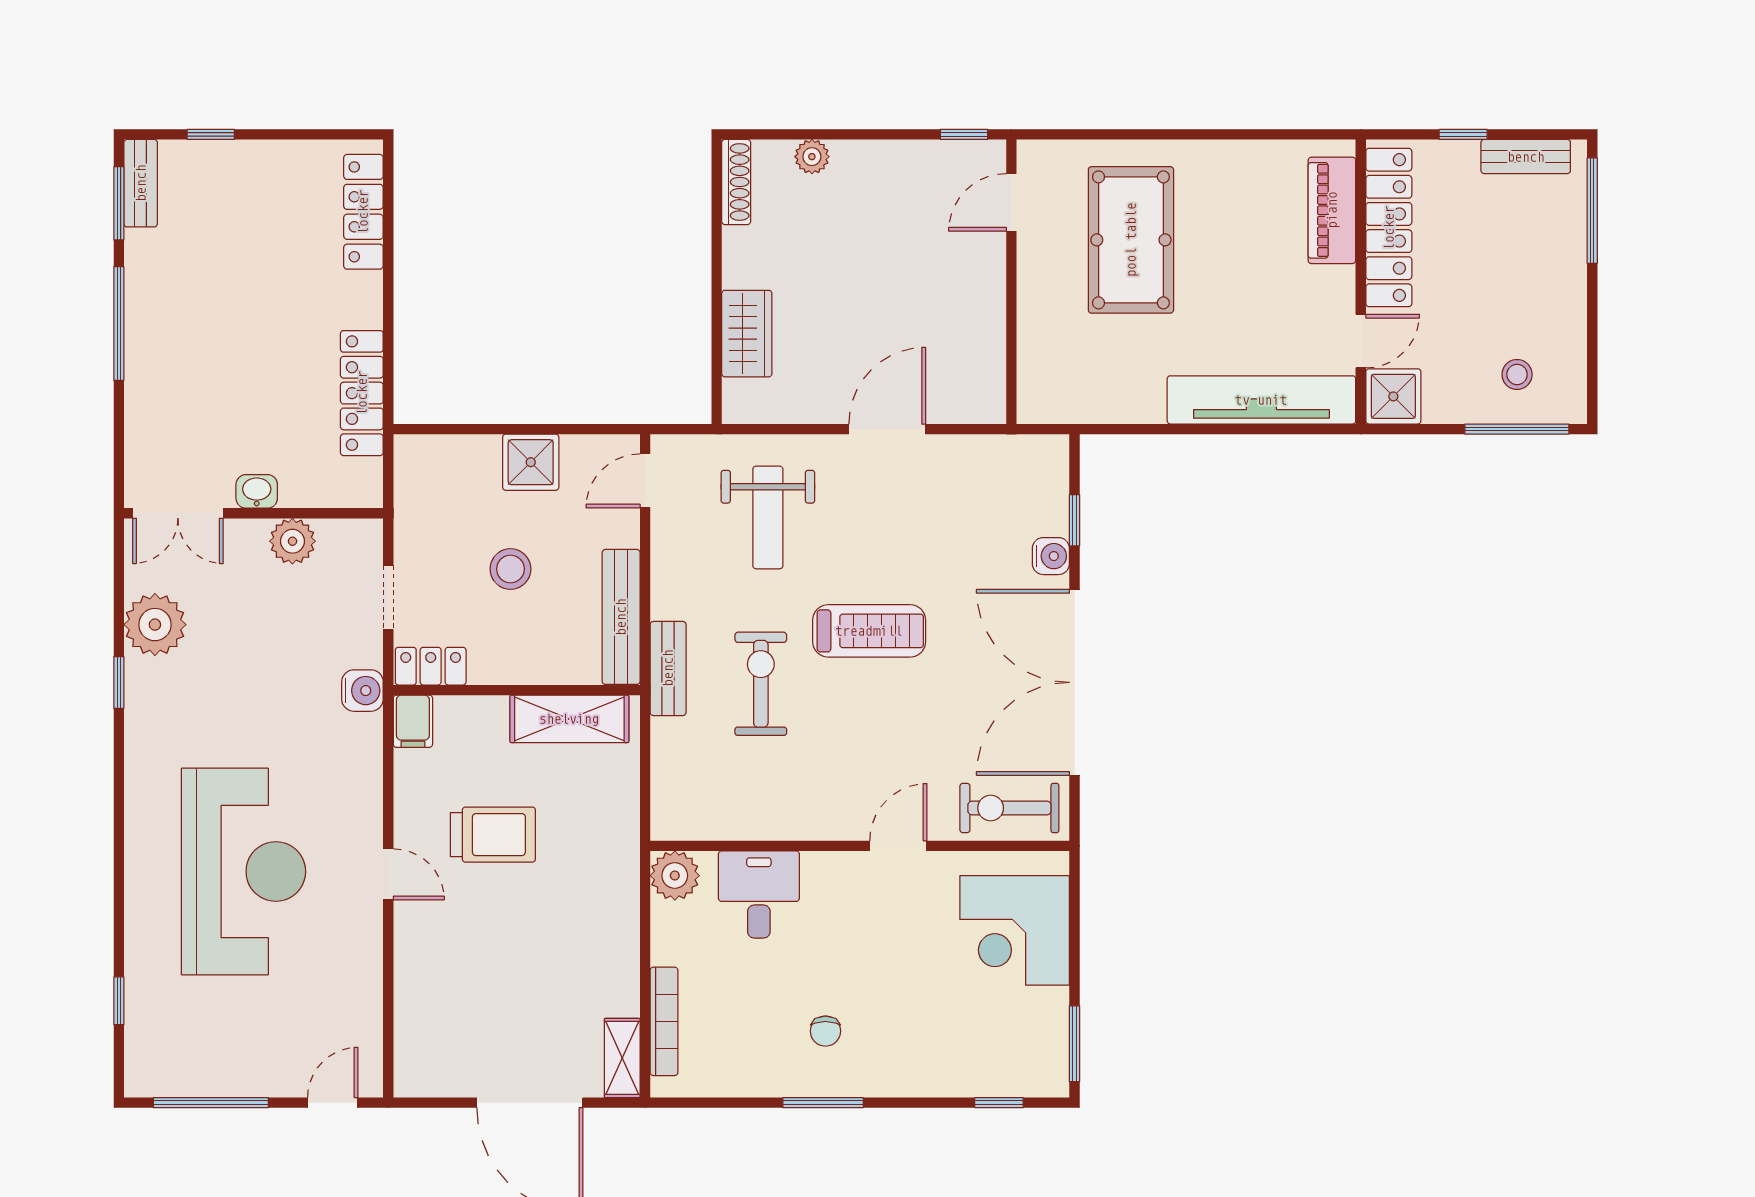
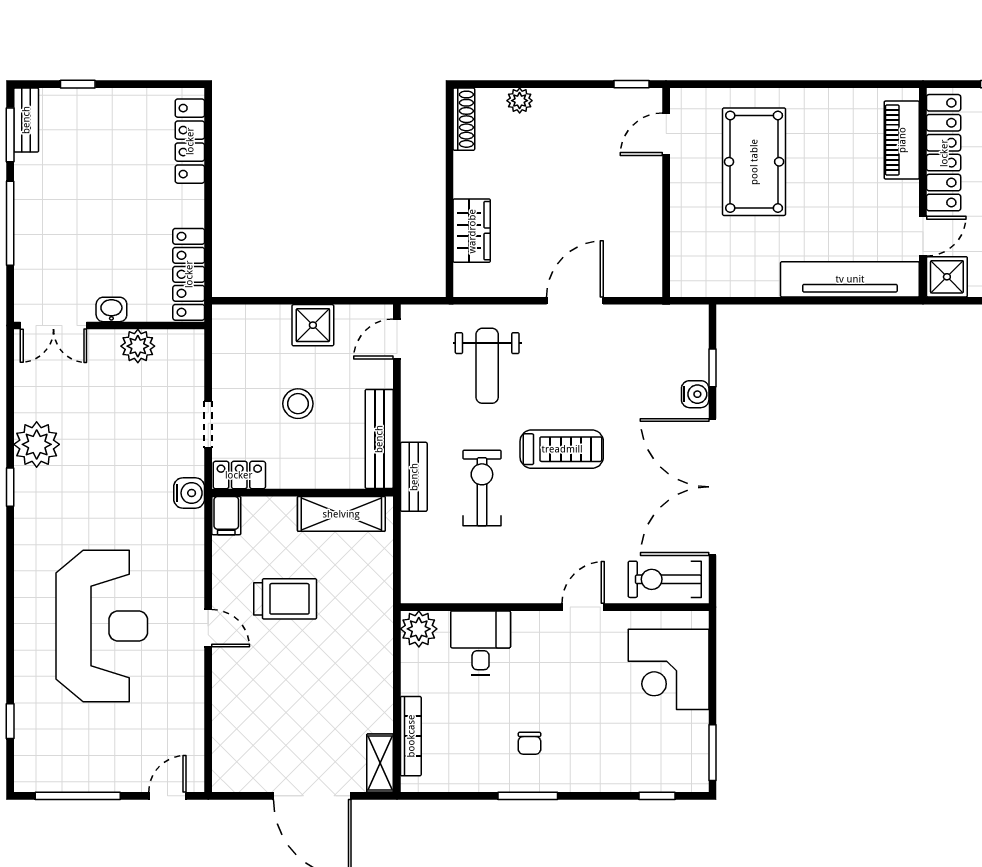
washbasin: (257, 491) -> (111, 309), moved
double door: (178, 513) -> (53, 326), moved
wall: (254, 513) -> (109, 326), moved
plant: (292, 541) -> (138, 346), moved

